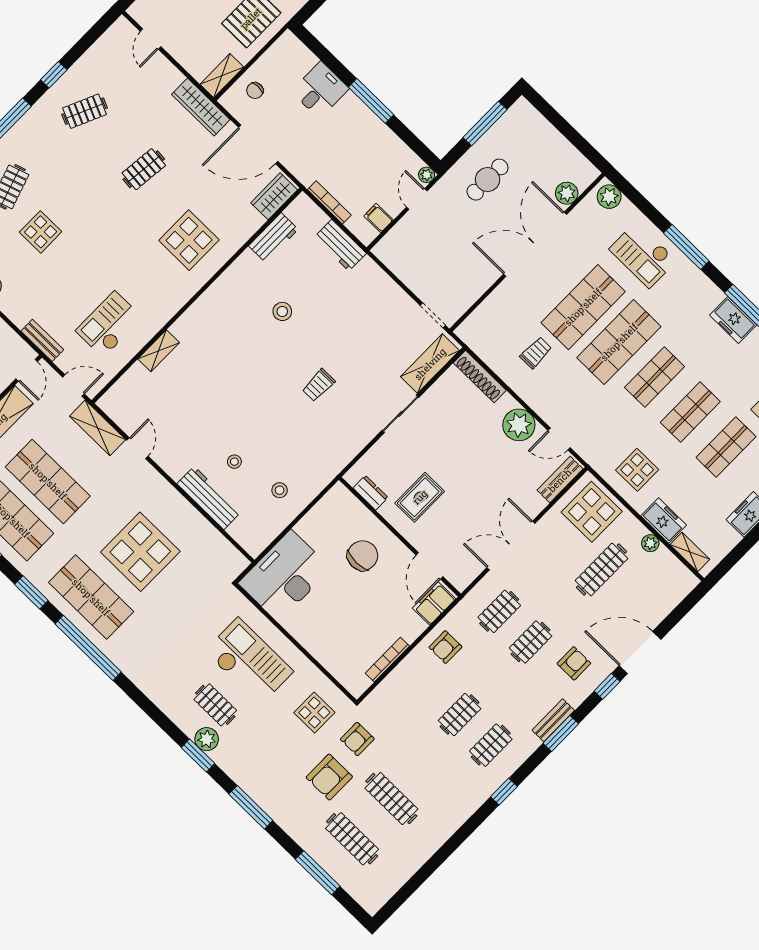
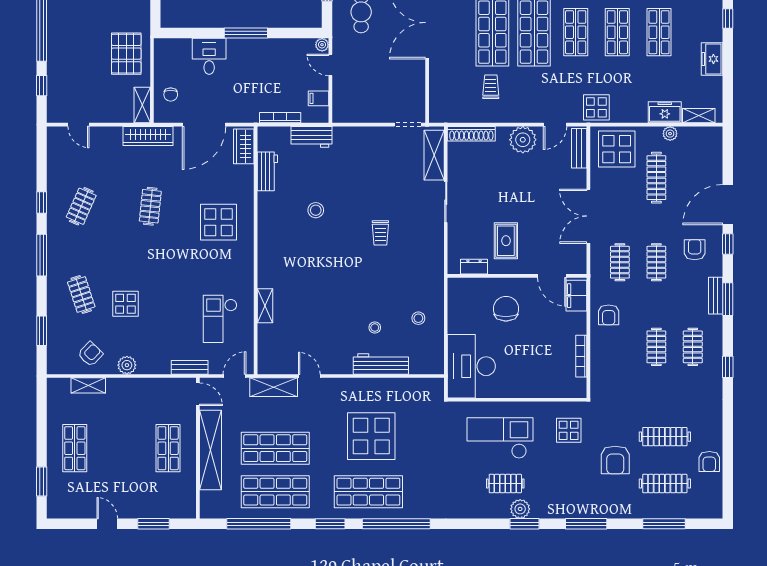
display table: (637, 470) -> (596, 107), moved
armchair: (357, 739) -> (709, 461), moved

